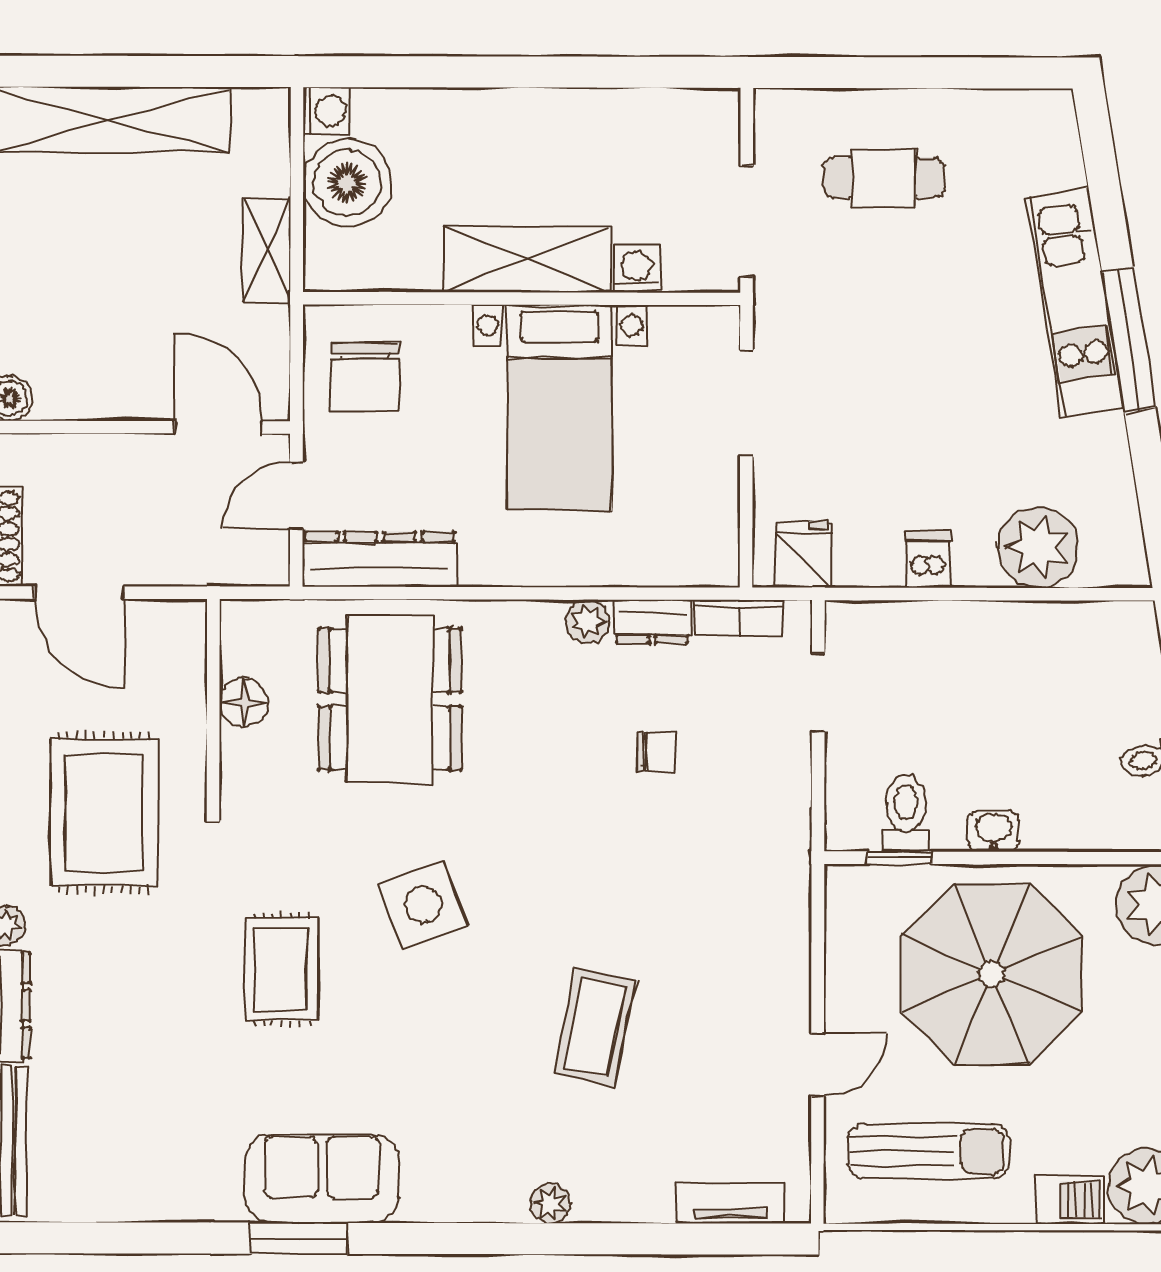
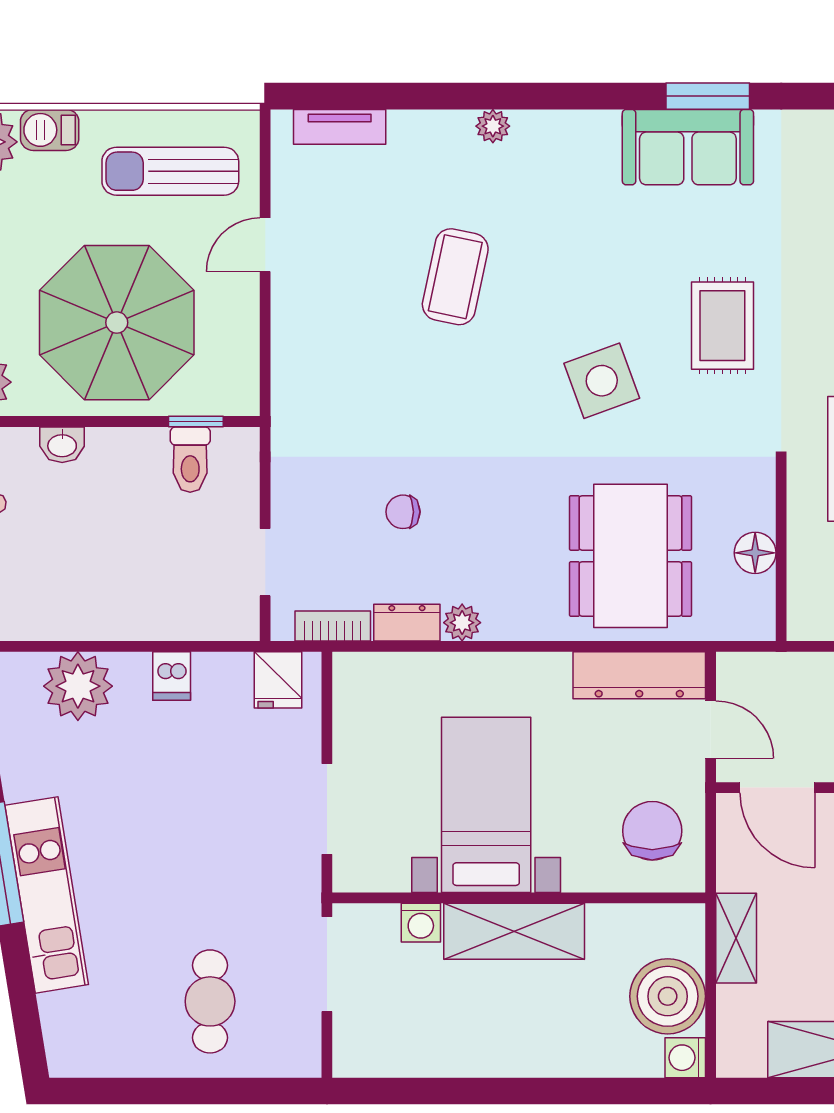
cafe table: (884, 178) -> (210, 1001), turned 90
door: (296, 495) -> (711, 730), hinge flipped
washbasin: (993, 831) -> (62, 445), moved

